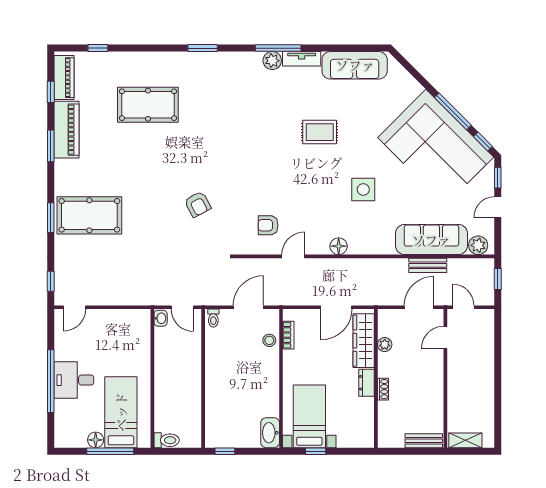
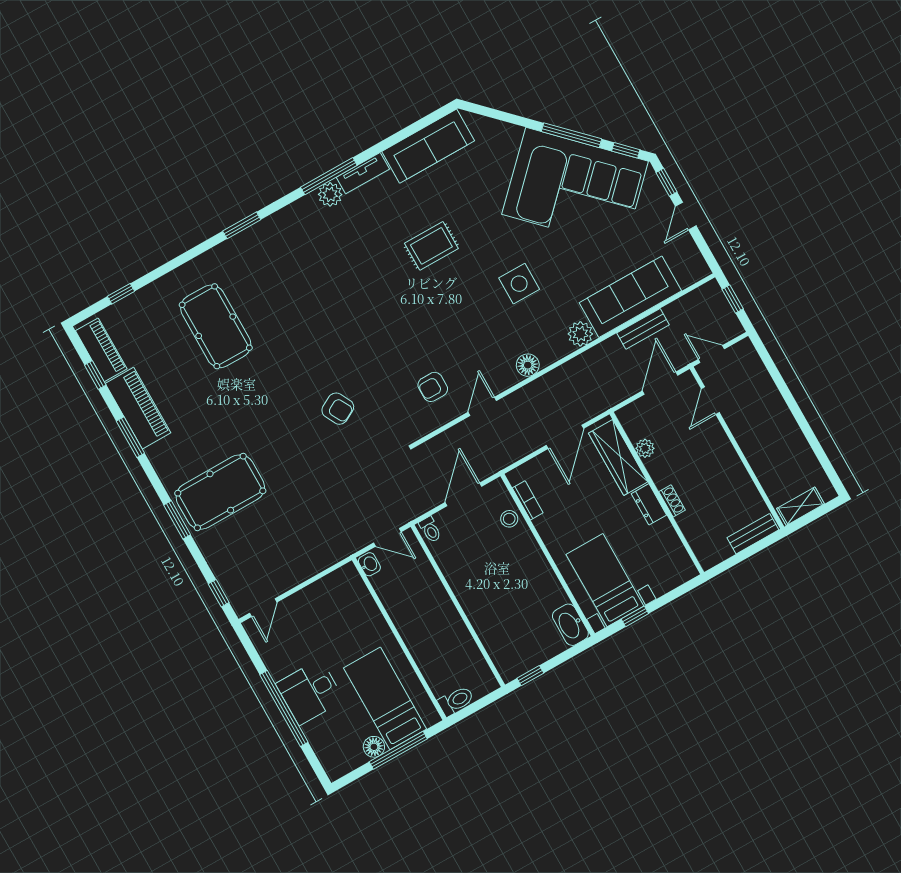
pool table: (148, 105) -> (216, 326), turned 90
plant: (478, 245) -> (580, 334), moved

